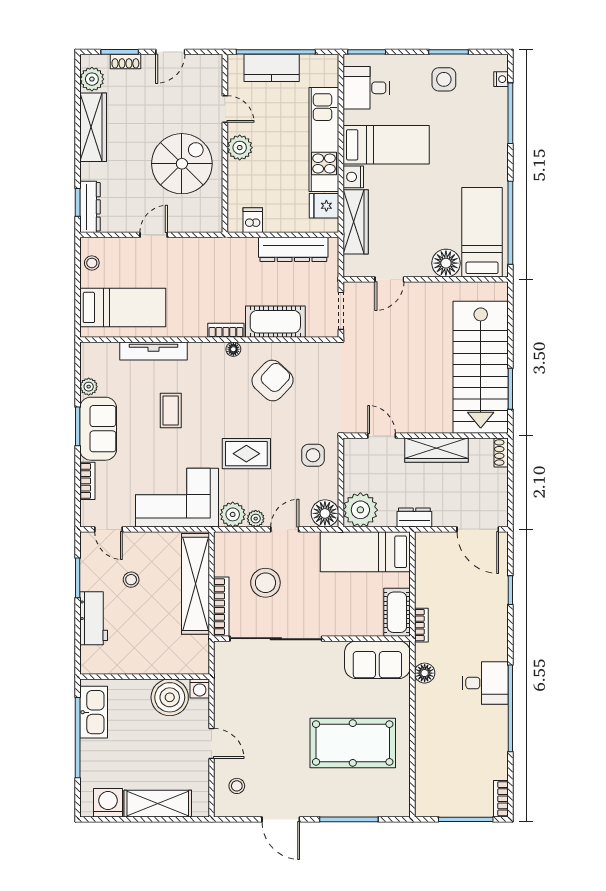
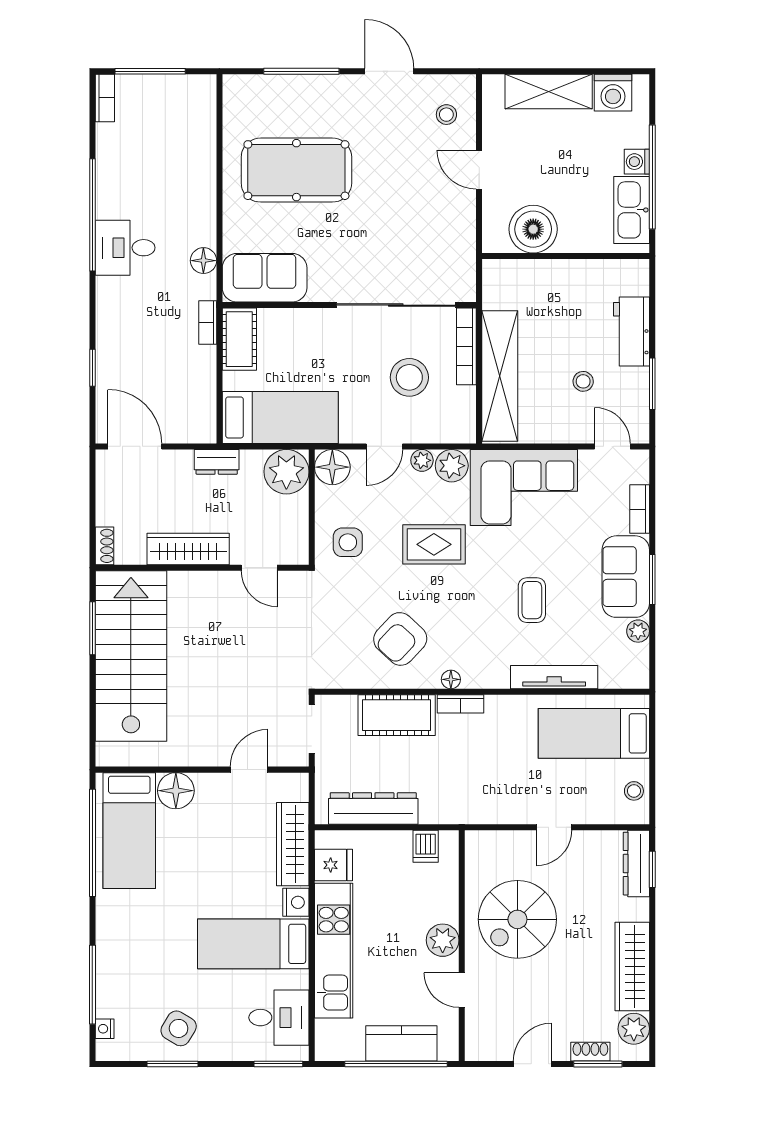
side table: (444, 79) -> (179, 1028), turned 31
washing machine: (200, 688) -> (637, 162), moved, turned -90

